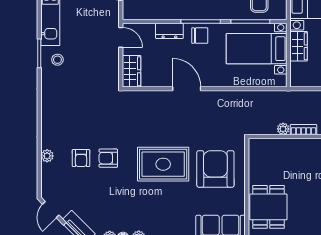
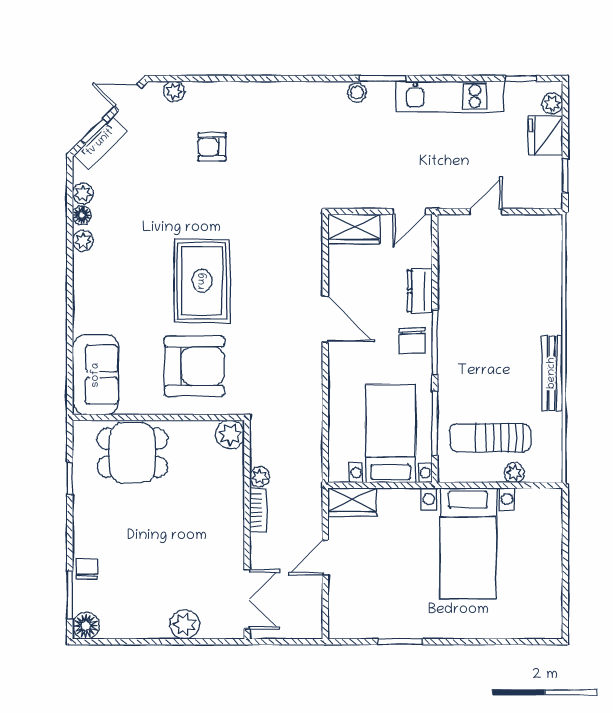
wardrobe: (299, 46) -> (352, 502), moved
stool: (57, 60) -> (357, 92), moved
door: (187, 89) -> (325, 319), hinge flipped
plant: (257, 147) -> (230, 435), added
plant: (47, 156) -> (174, 91), moved
armchair: (108, 158) -> (212, 191), removed

